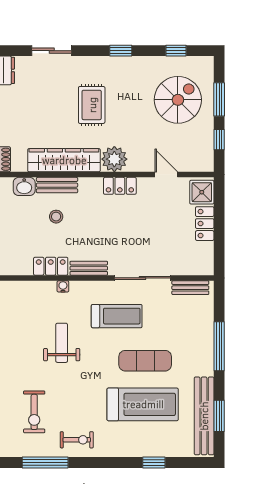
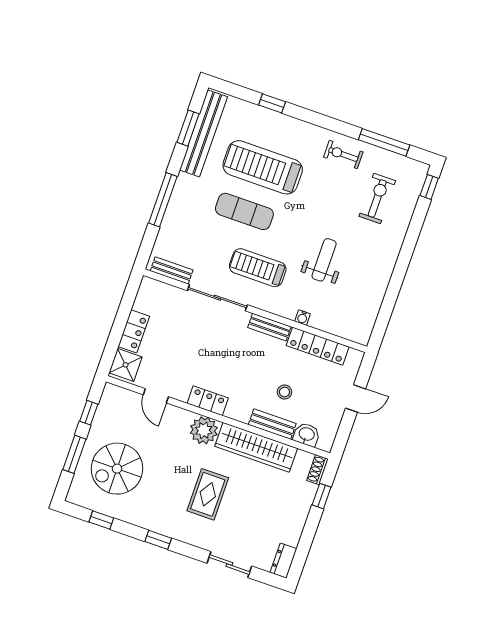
locker: (51, 266) -> (318, 346), width x1.53
weight bench: (62, 343) -> (324, 260), turned 180

